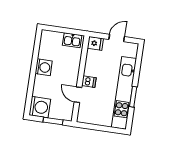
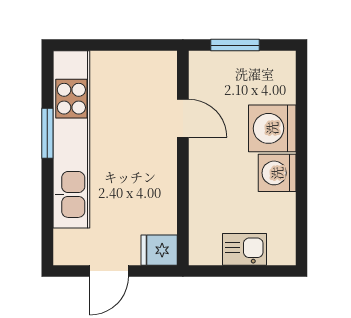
kitchen sink: (72, 40) -> (244, 249), moved
dishwasher: (89, 82) -> (161, 154), removed
washing machine: (40, 107) -> (272, 128), moved

